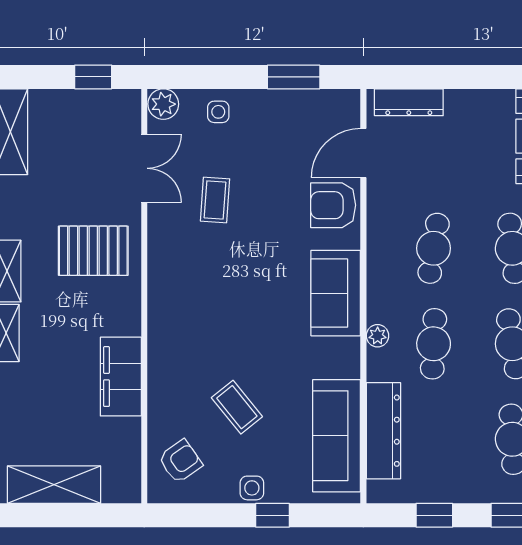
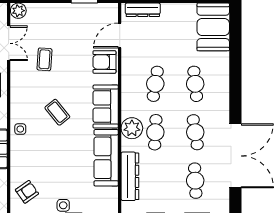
side table: (218, 112) -> (20, 129), moved
plant: (378, 336) -> (132, 128), width x1.88, depth x1.88
coffee table: (237, 407) -> (57, 112), moved
sofa: (337, 436) -> (106, 158), moved

